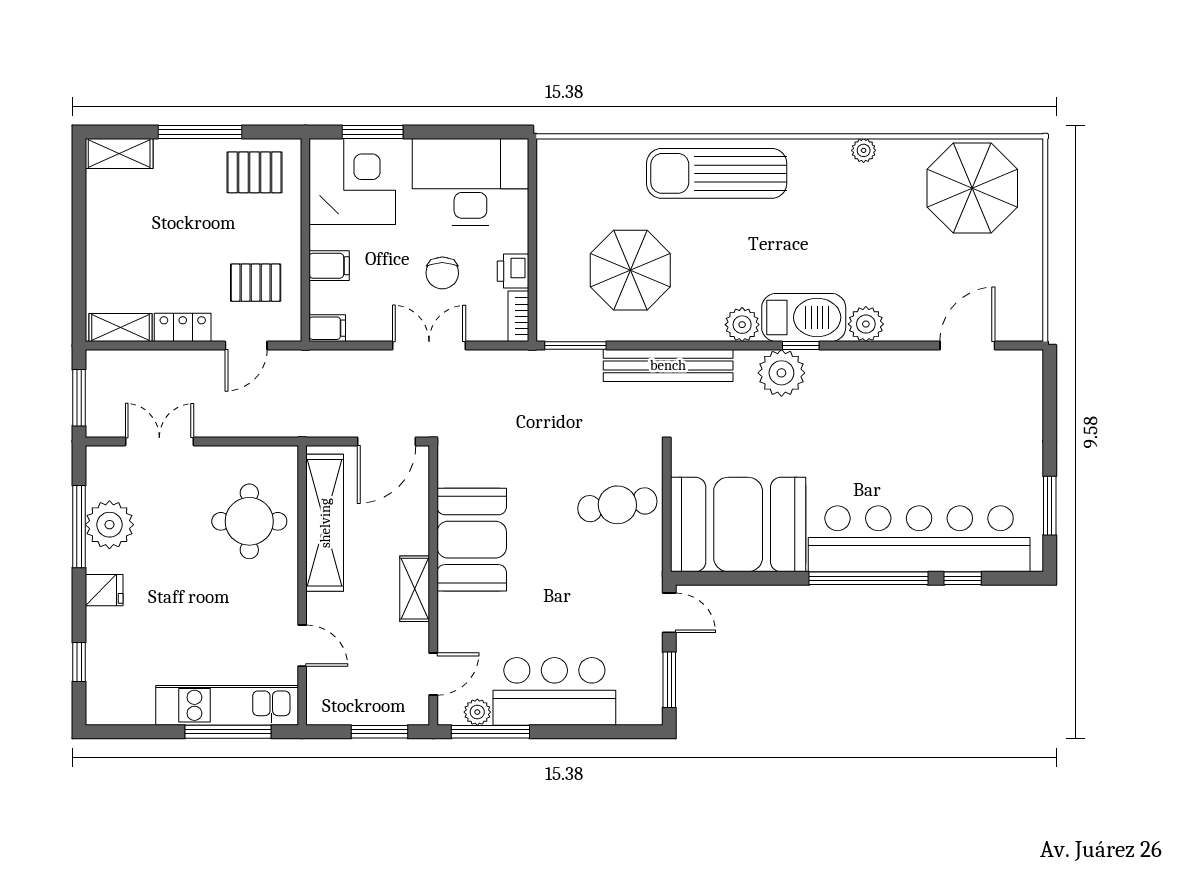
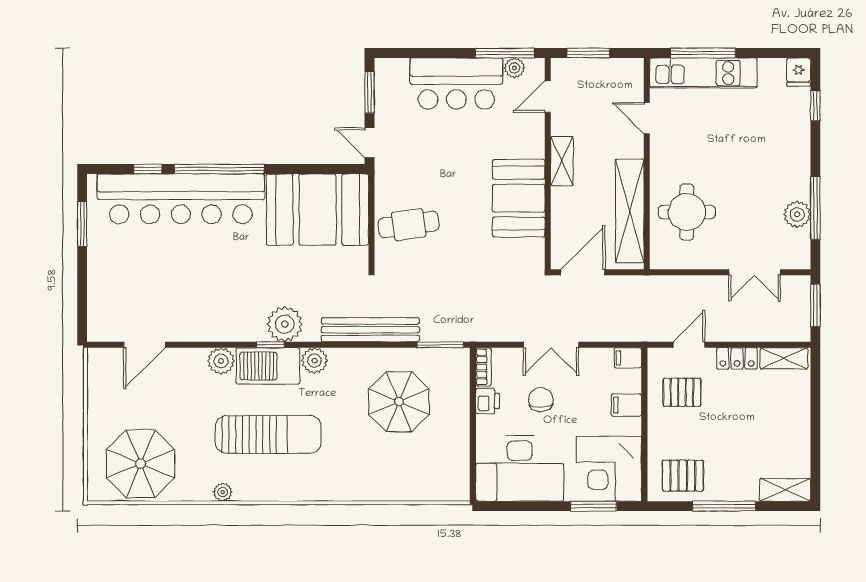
sun lounger: (717, 173) -> (268, 434), moved
plant: (109, 525) -> (797, 214), width x0.73, depth x0.73
fridge: (104, 590) -> (799, 72), moved, turned -90

